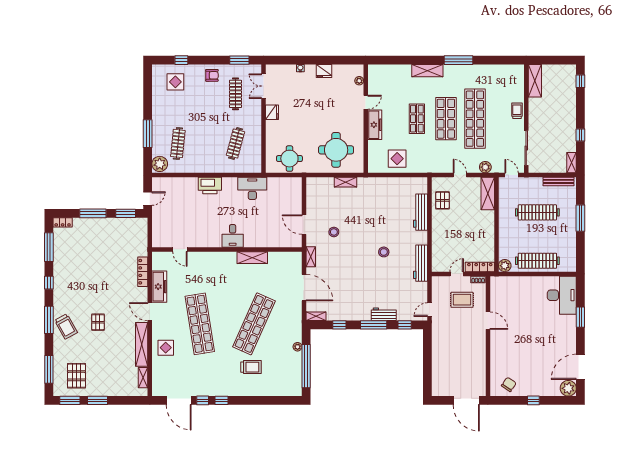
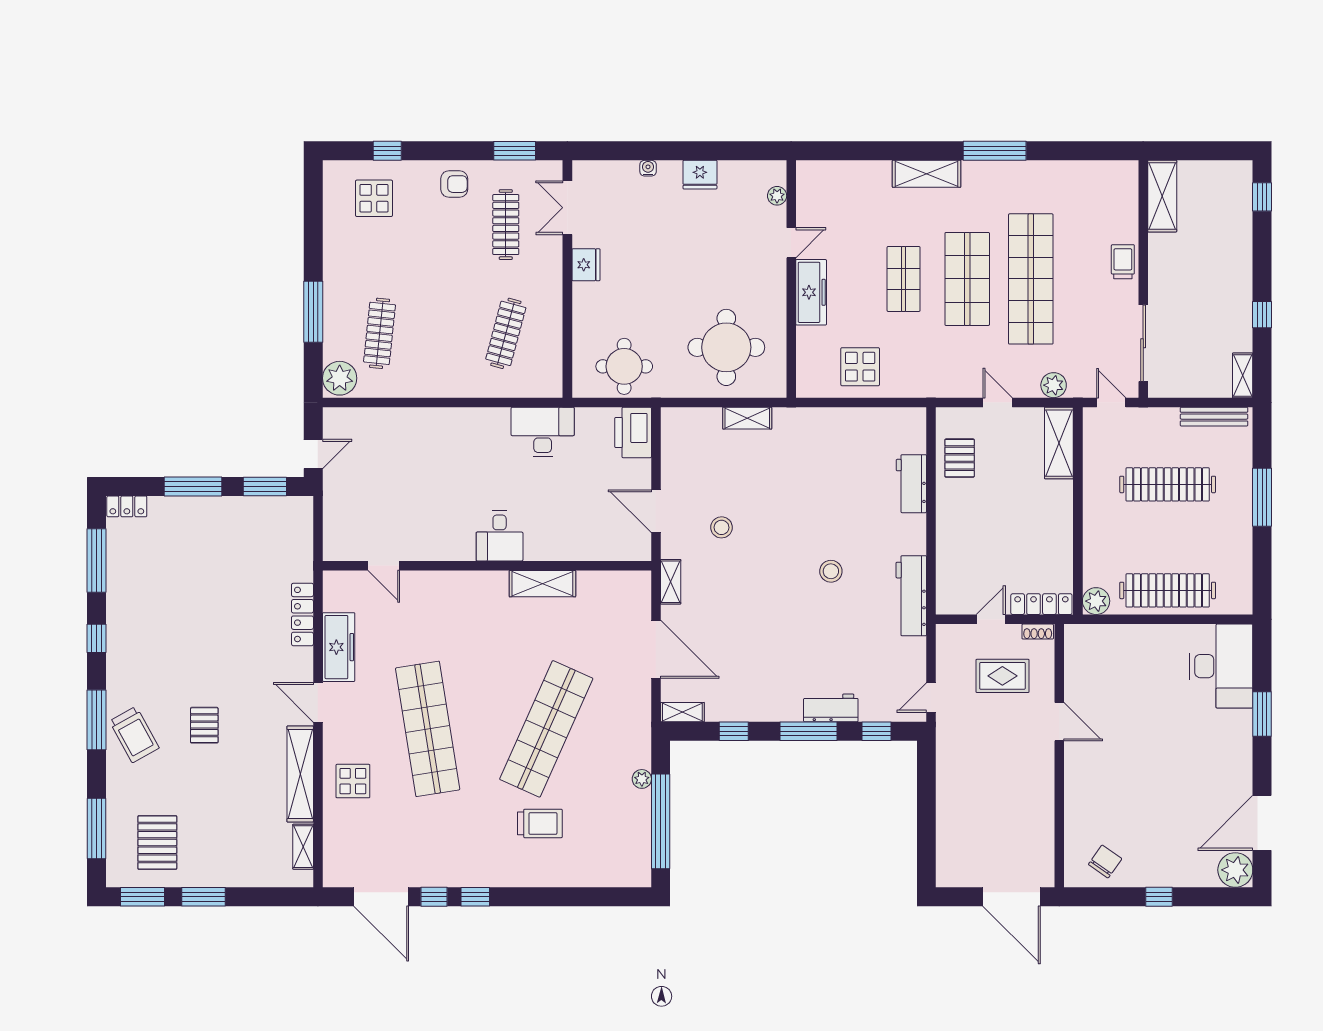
printer: (210, 185) -> (633, 433), moved, turned 90
workbench: (420, 212) -> (911, 484), width x0.73

